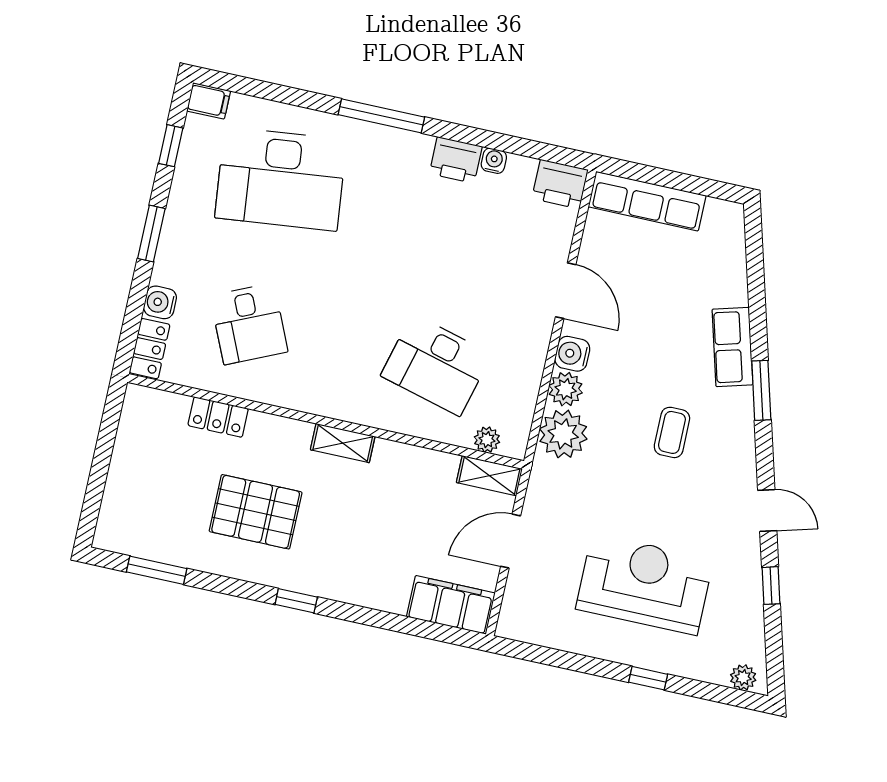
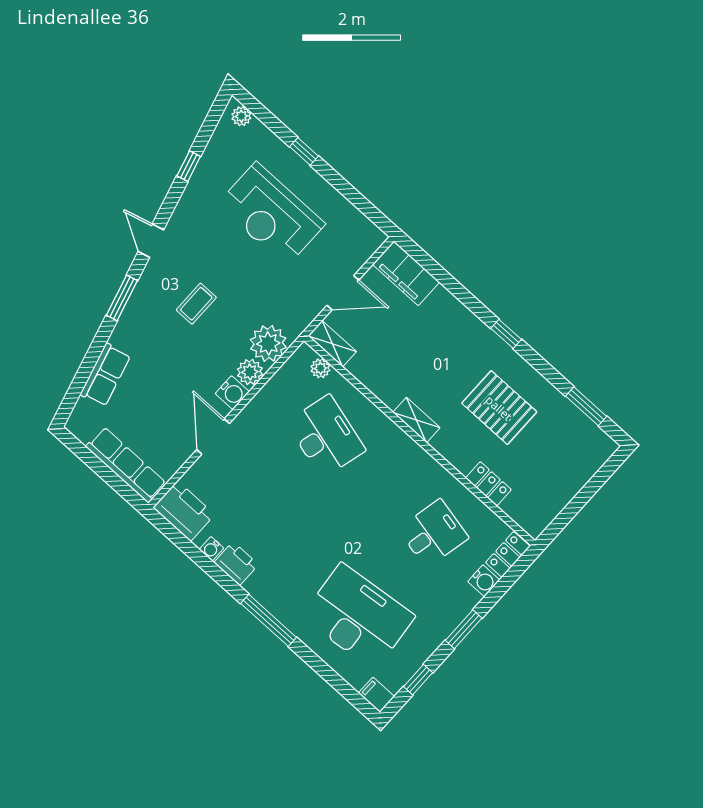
printer: (560, 184) -> (184, 511), width x1.37, depth x1.19
desk: (249, 324) -> (433, 533), turned 36
row of seats: (732, 347) -> (105, 375), moved
door: (767, 511) -> (151, 241), moved

